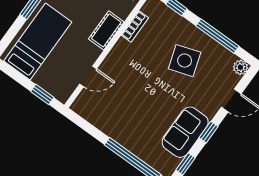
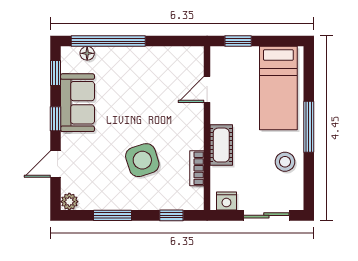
window: (217, 36) -> (112, 215), width x0.69
side table: (185, 61) -> (142, 160), moved
floor lamp: (154, 162) -> (87, 53), added

